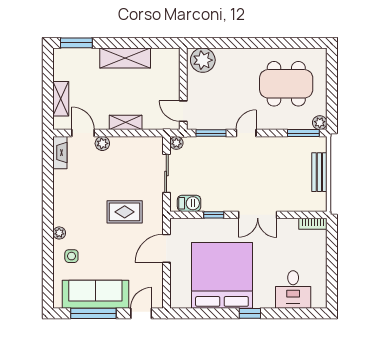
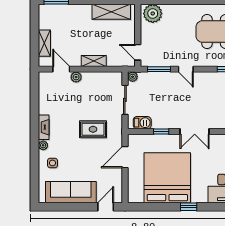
shelving: (125, 58) -> (111, 12), moved
door: (246, 133) -> (186, 69), swing flipped
fireplace: (60, 153) -> (44, 127), moved
window: (93, 313) -> (69, 207), removed

